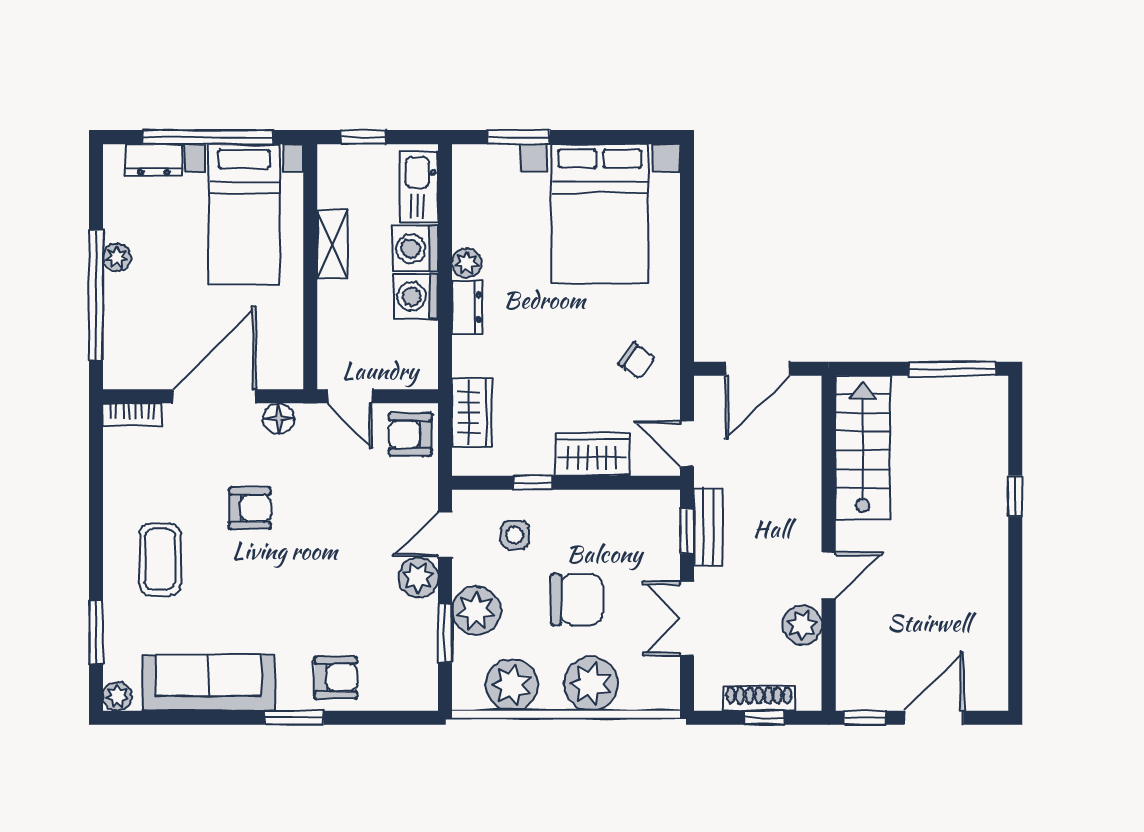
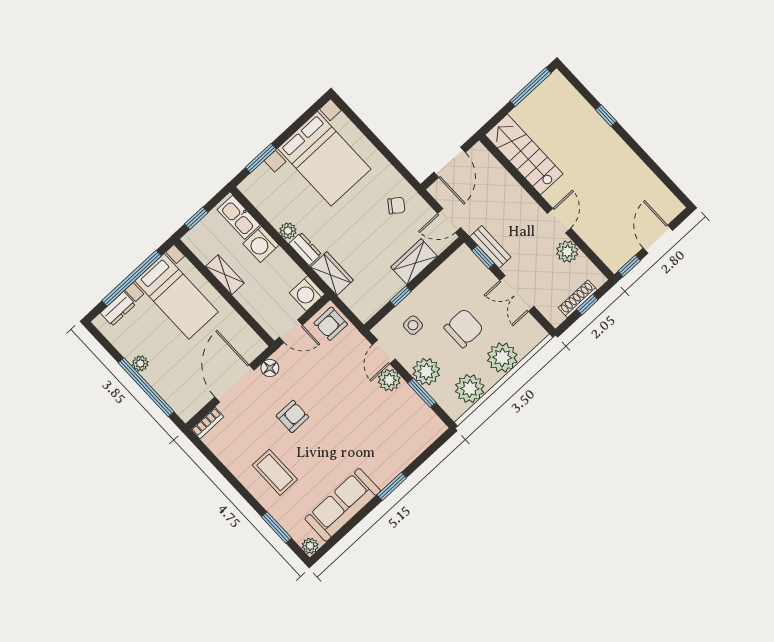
washing machine: (416, 296) -> (307, 294), moved
wardrobe: (472, 413) -> (332, 274), moved
armchair: (336, 678) -> (394, 454), removed

